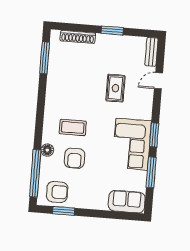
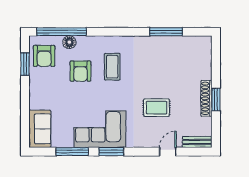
shoe rack: (78, 37) -> (206, 98), moved
window: (45, 58) -> (166, 32), moved
door: (158, 81) -> (168, 152), hinge flipped
floor lamp: (47, 150) -> (69, 42), moved
armchair: (75, 158) -> (80, 71), turned -90

